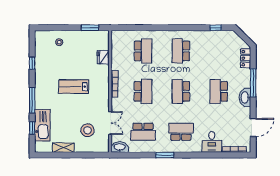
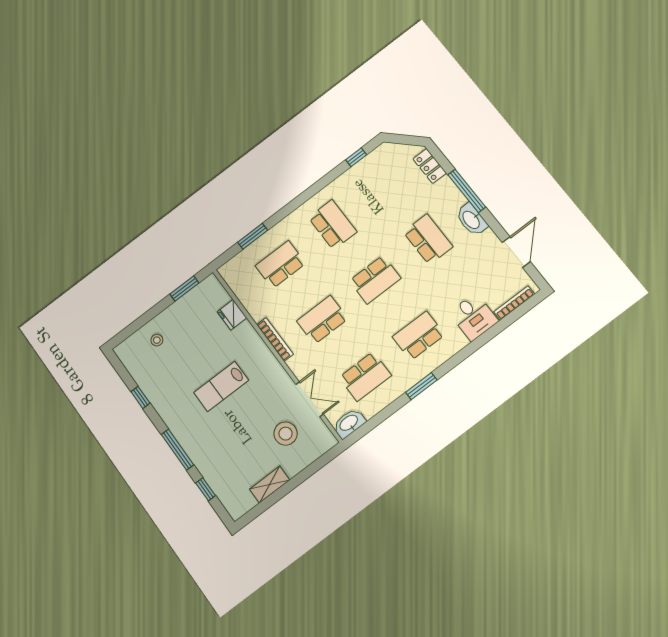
window: (140, 28) -> (253, 236), added
school desk: (143, 51) -> (280, 264), turned -90
school desk: (181, 51) -> (333, 225), turned 180
school desk: (143, 91) -> (322, 320), turned -90
school desk: (181, 91) -> (375, 280), turned -90
school desk: (219, 91) -> (428, 239), turned 180
kitchen sink: (42, 125) -> (217, 474), removed

